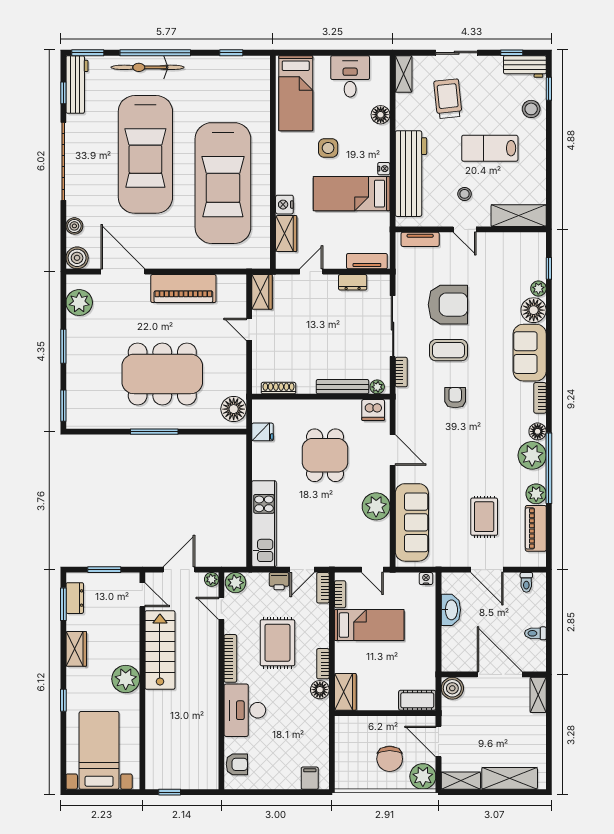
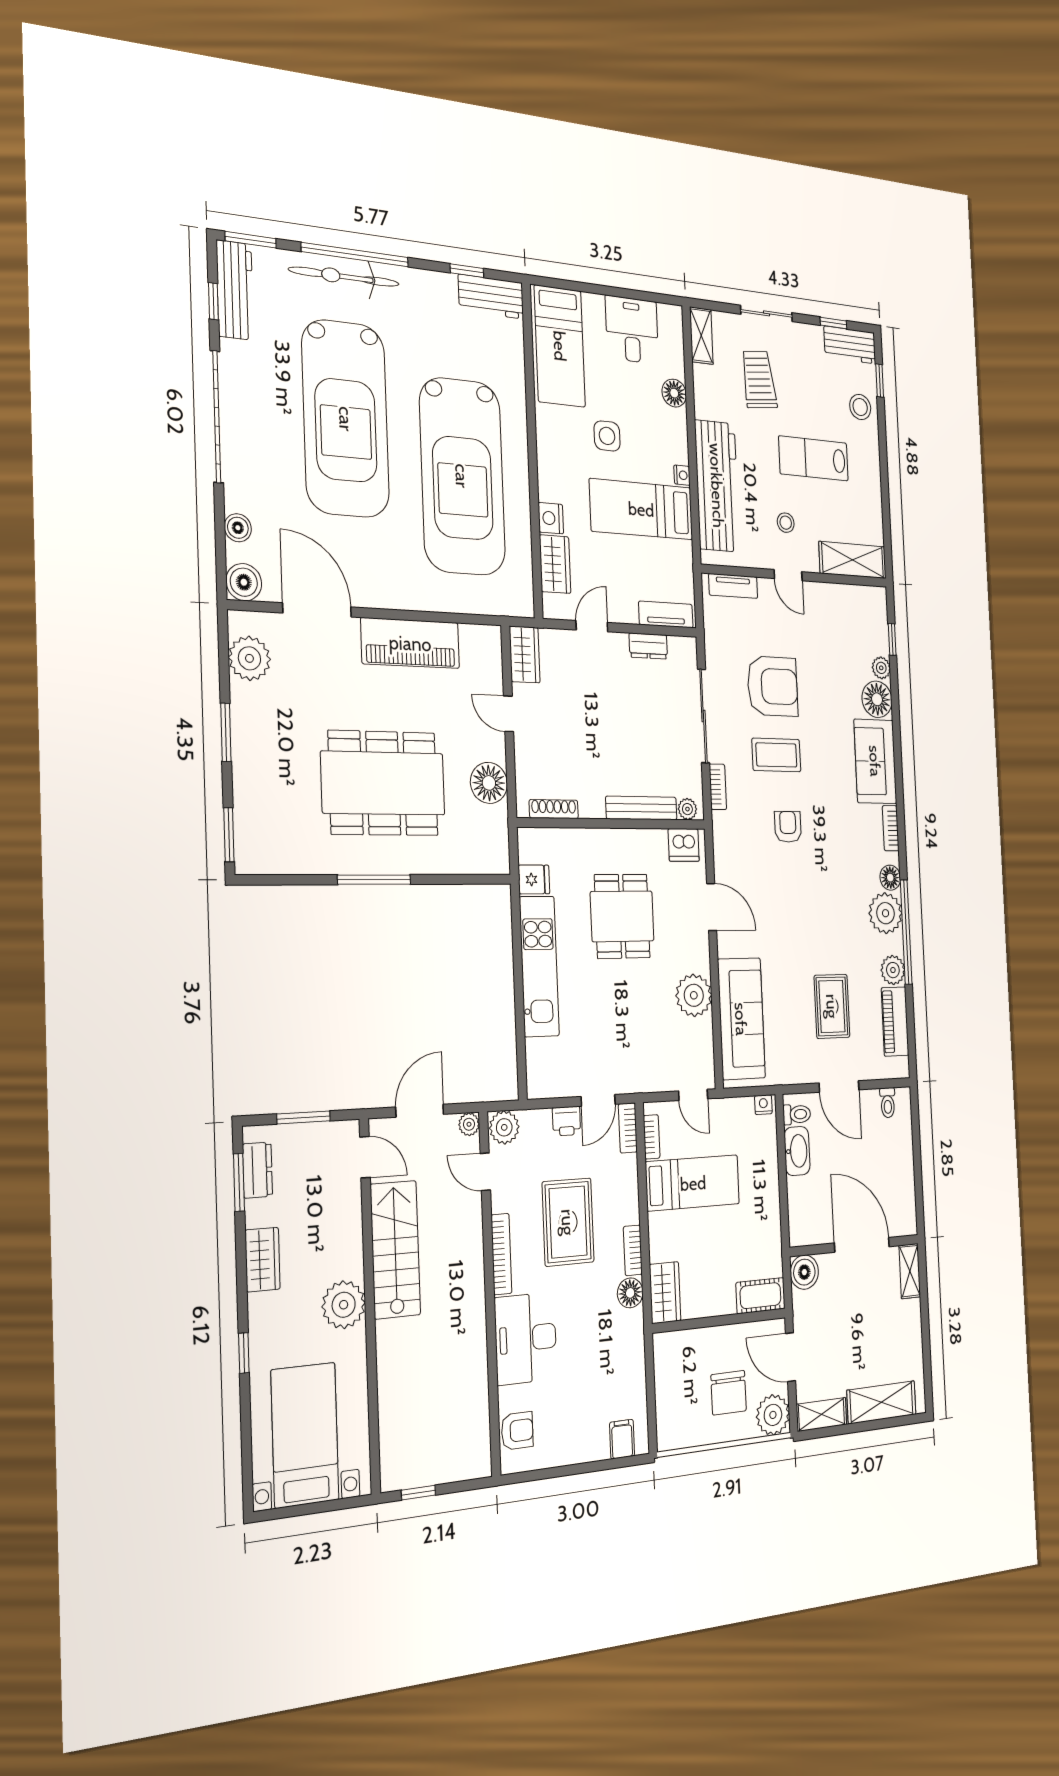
workbench: (248, 67) -> (491, 297), added
floor lamp: (234, 409) -> (489, 783), moved
kitchen unit: (264, 524) -> (539, 966), moved
toilet: (535, 633) -> (797, 1114), moved, turned 180

